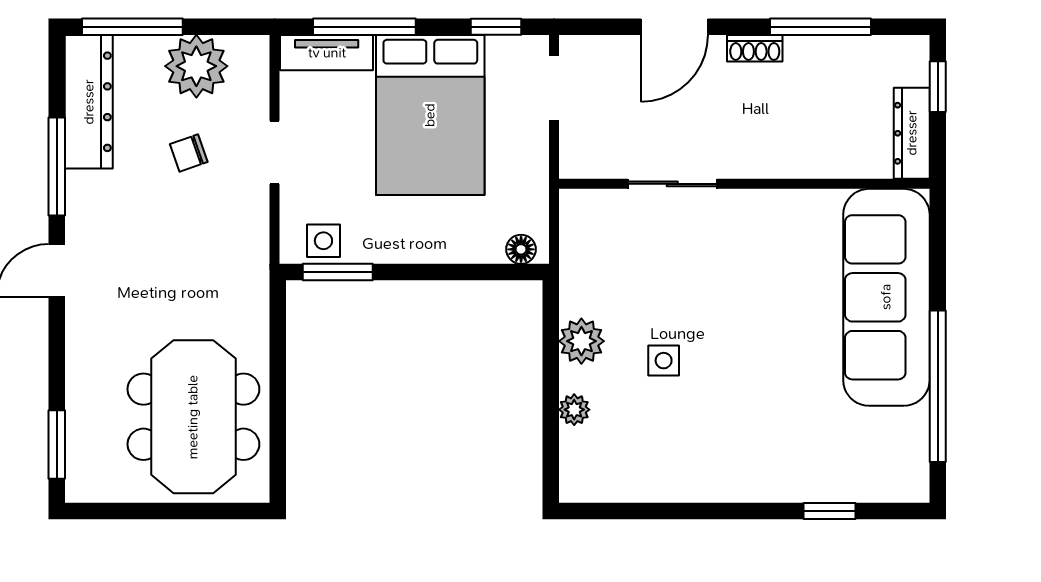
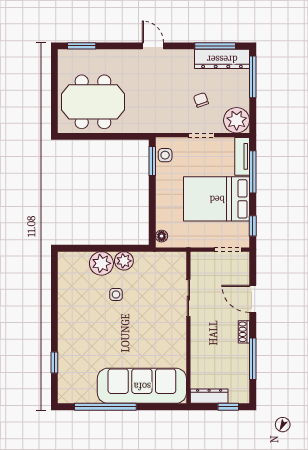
plant: (196, 66) -> (237, 120), moved
window: (57, 167) -> (215, 46), moved
plant: (574, 410) -> (101, 263), width x1.87, depth x1.87

